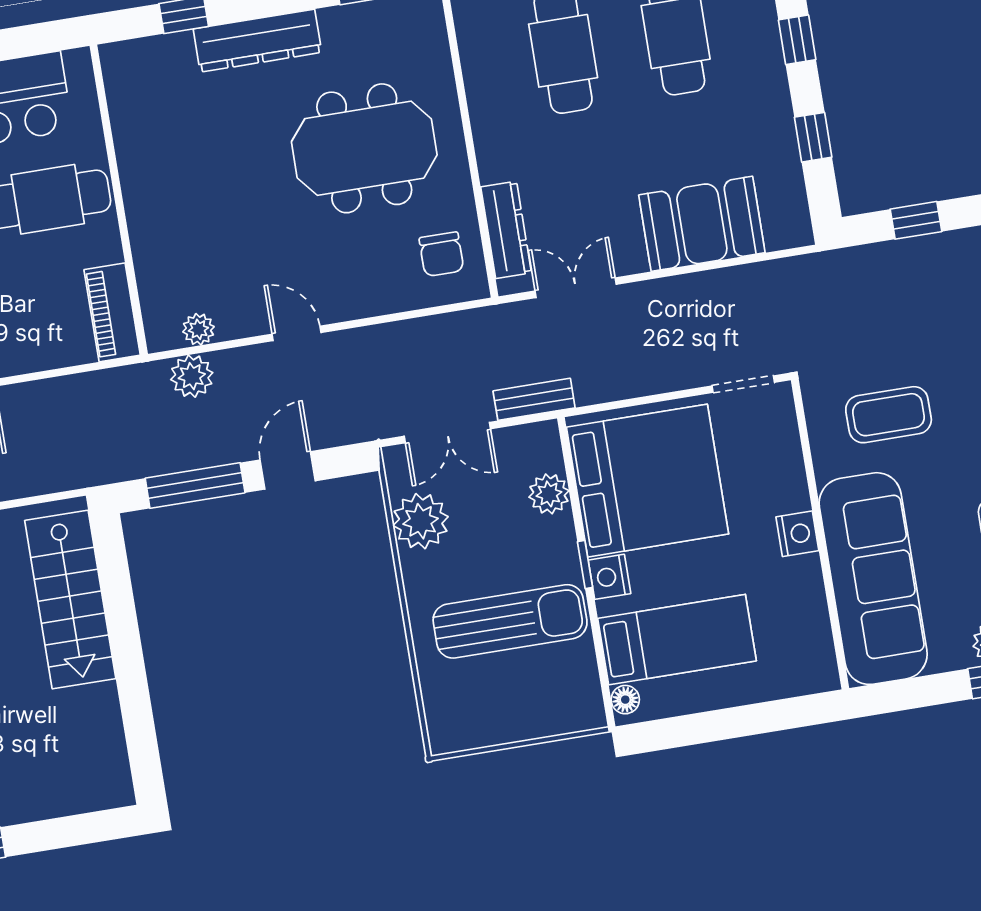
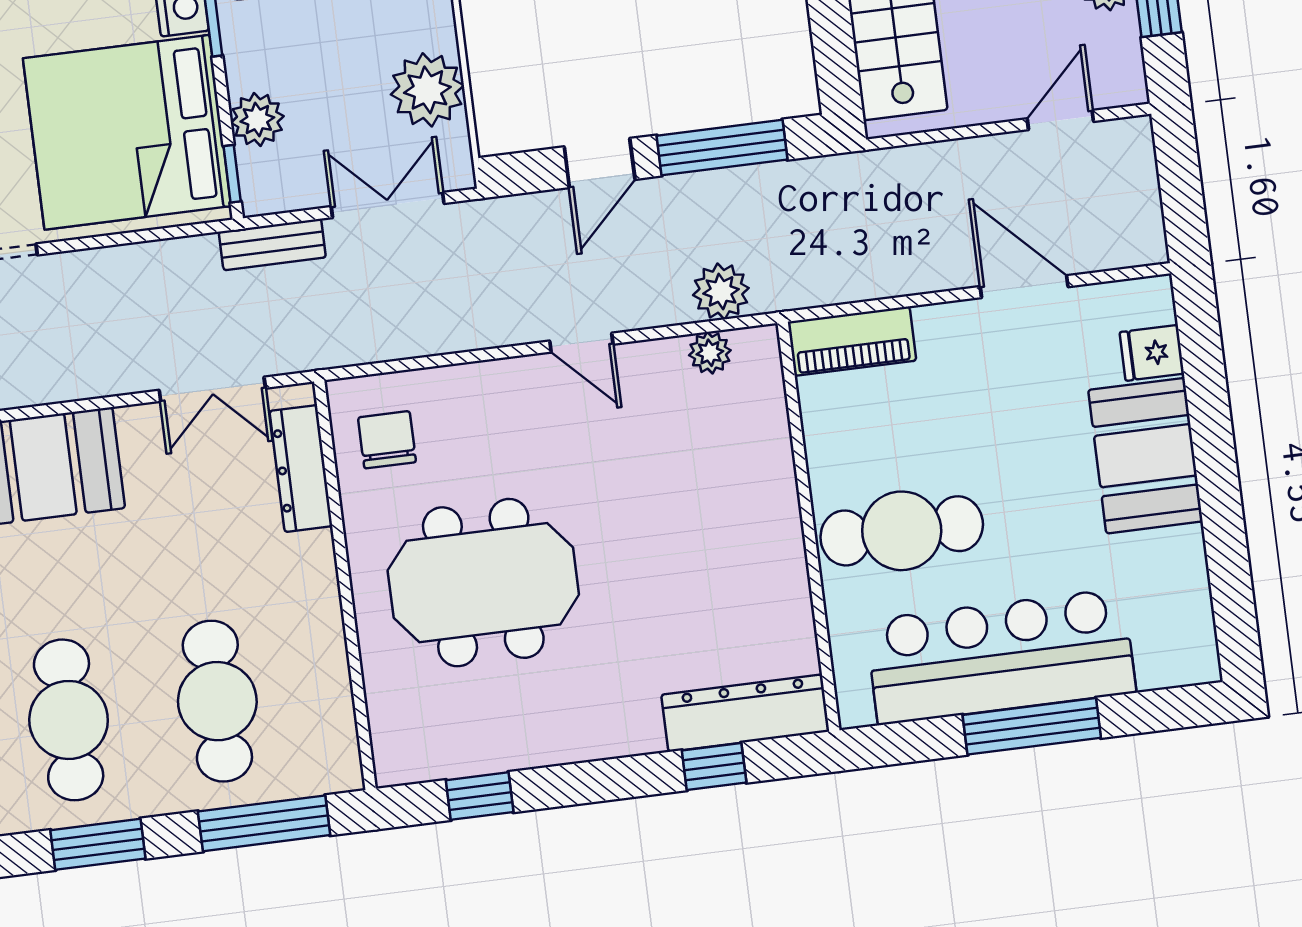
dresser: (257, 41) -> (745, 713), moved
piano: (112, 312) -> (852, 341), moved, turned 90
window: (567, 452) -> (232, 174), added

